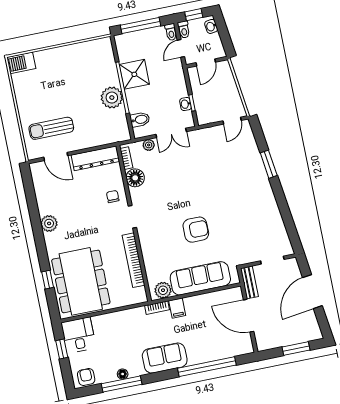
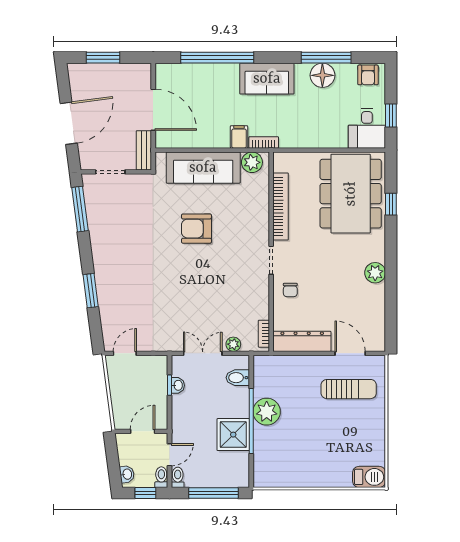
floor lamp: (135, 178) -> (258, 307), removed
window: (290, 226) -> (80, 209), added
floor lamp: (123, 374) -> (322, 75), width x1.89, depth x1.89

